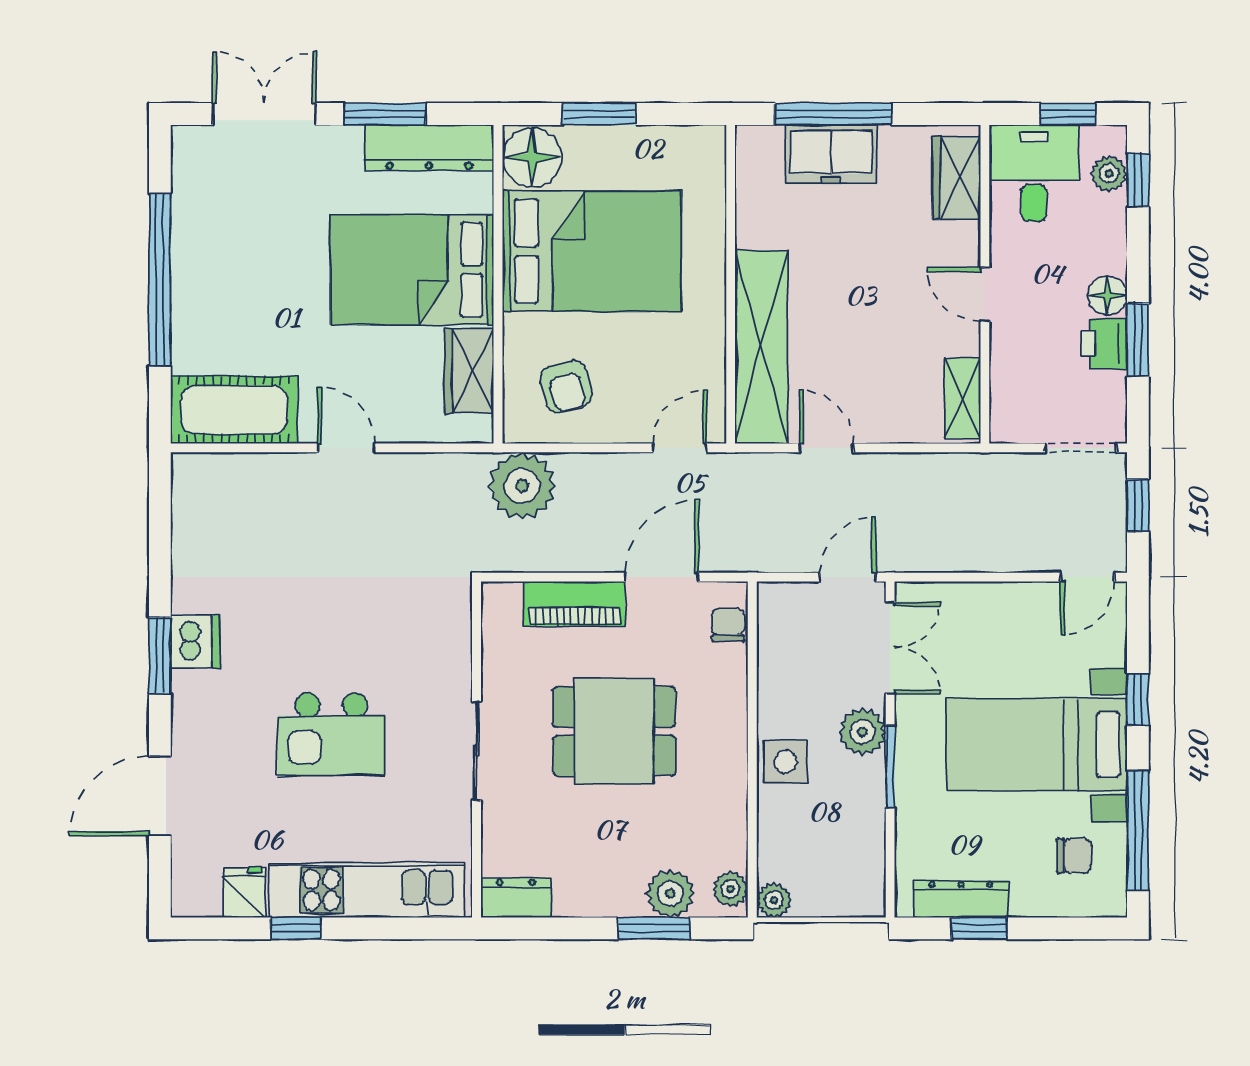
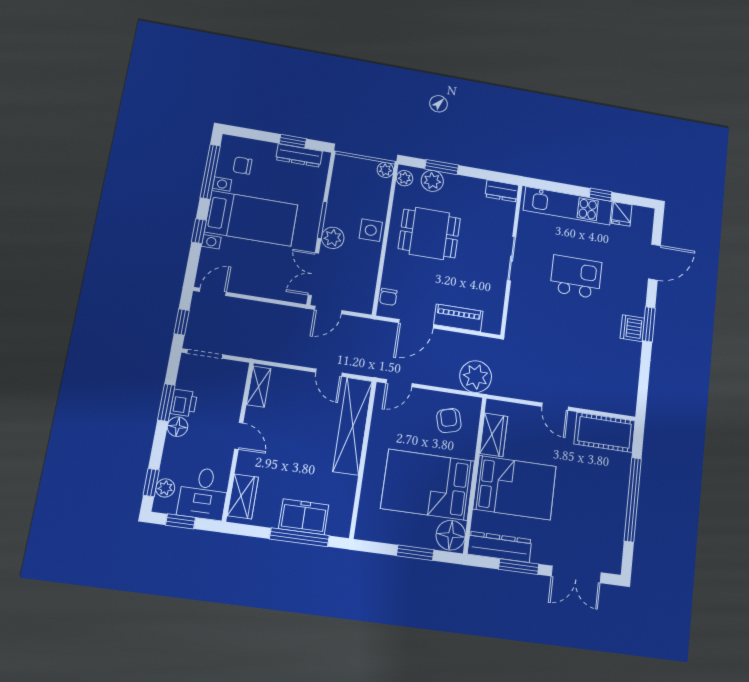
dining table: (614, 731) -> (429, 233), moved

